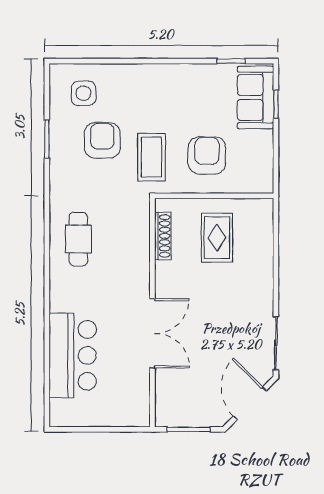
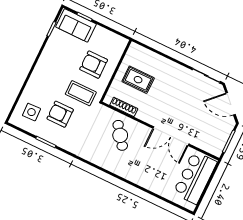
cafe table: (78, 239) -> (120, 135), moved, turned 53
double door: (152, 333) -> (171, 136), swing flipped
bar counter: (73, 355) -> (195, 178), moved, turned -90

